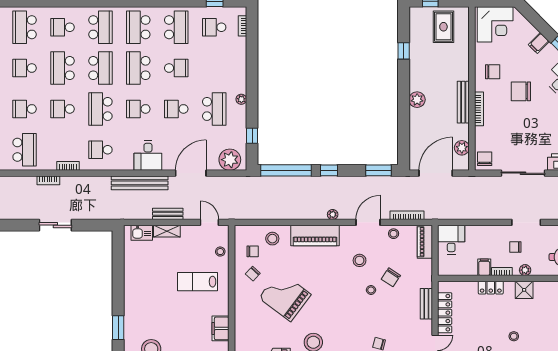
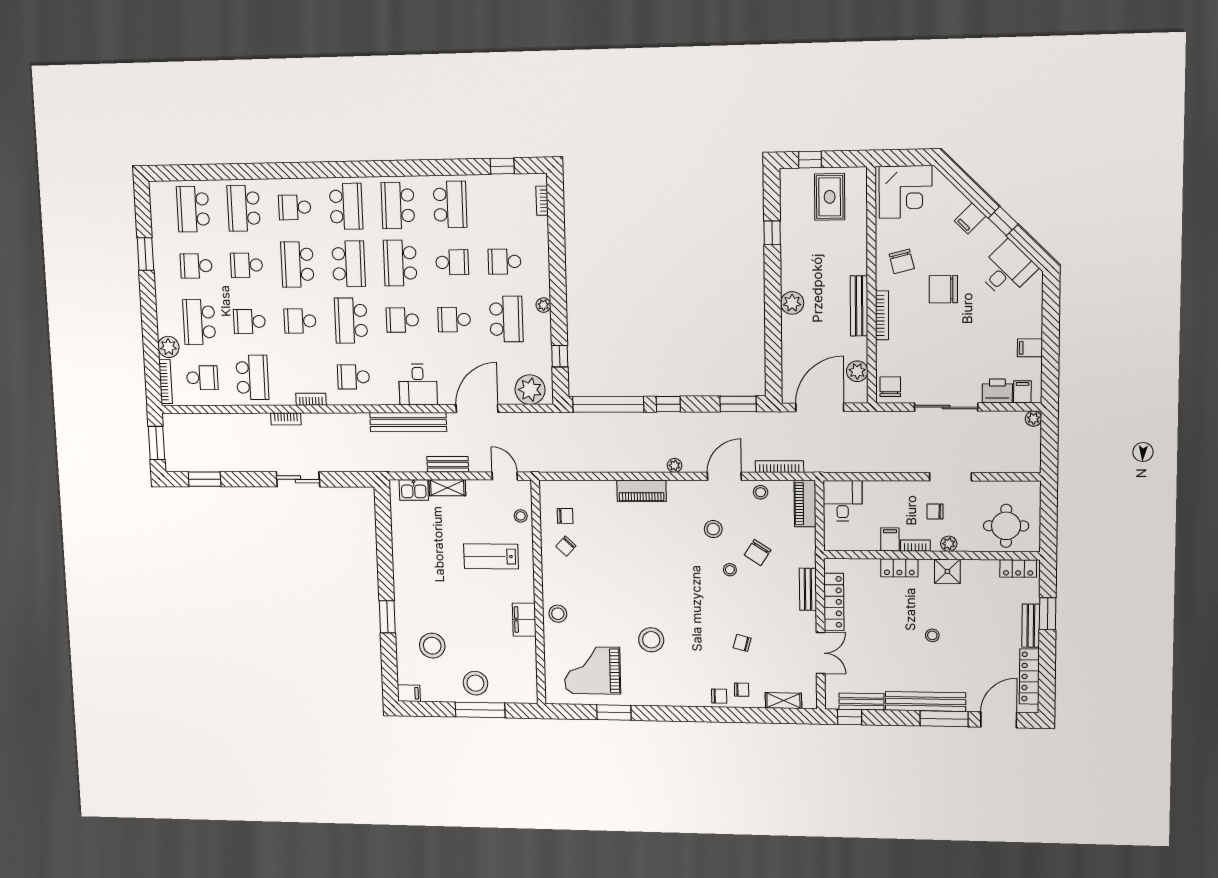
school desk: (214, 27) -> (504, 262), moved
chair: (493, 72) -> (902, 261), turned 76
piano: (315, 236) -> (641, 491), width x0.73, depth x0.75
stool: (272, 239) -> (558, 614), moved
grand piano: (285, 296) -> (611, 577), removed

